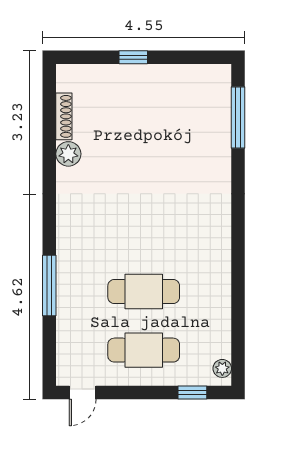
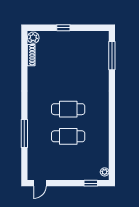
plant: (68, 154) -> (33, 38), moved
cafe table: (144, 350) -> (68, 109), moved

